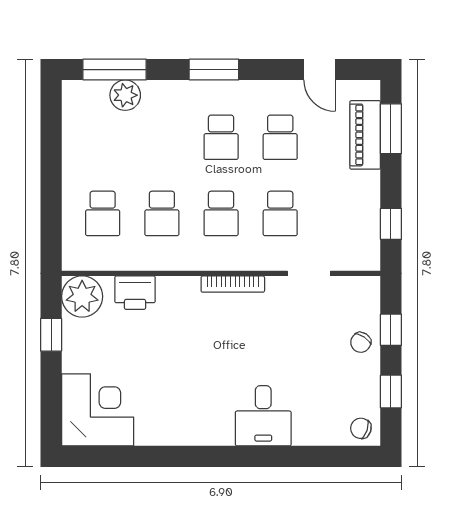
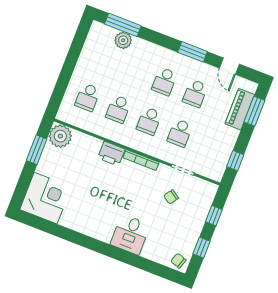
window: (214, 70) -> (193, 52), moved
printer: (135, 293) -> (111, 154), moved
window: (51, 335) -> (37, 150), width x1.50
chair: (361, 342) -> (171, 197), moved

